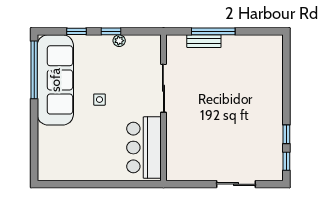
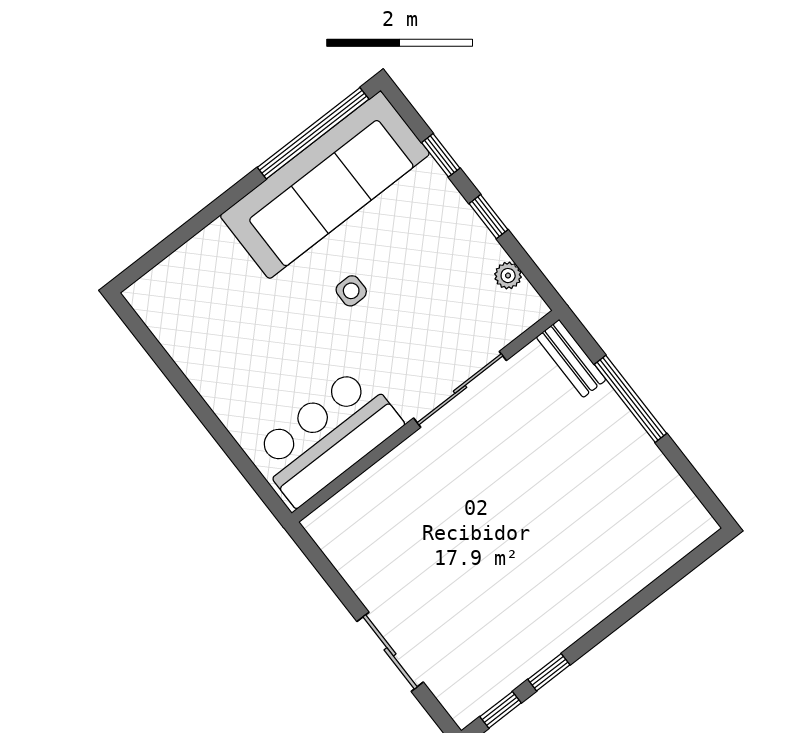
plant: (119, 41) -> (508, 276), moved
bench: (204, 41) -> (571, 358), moved

